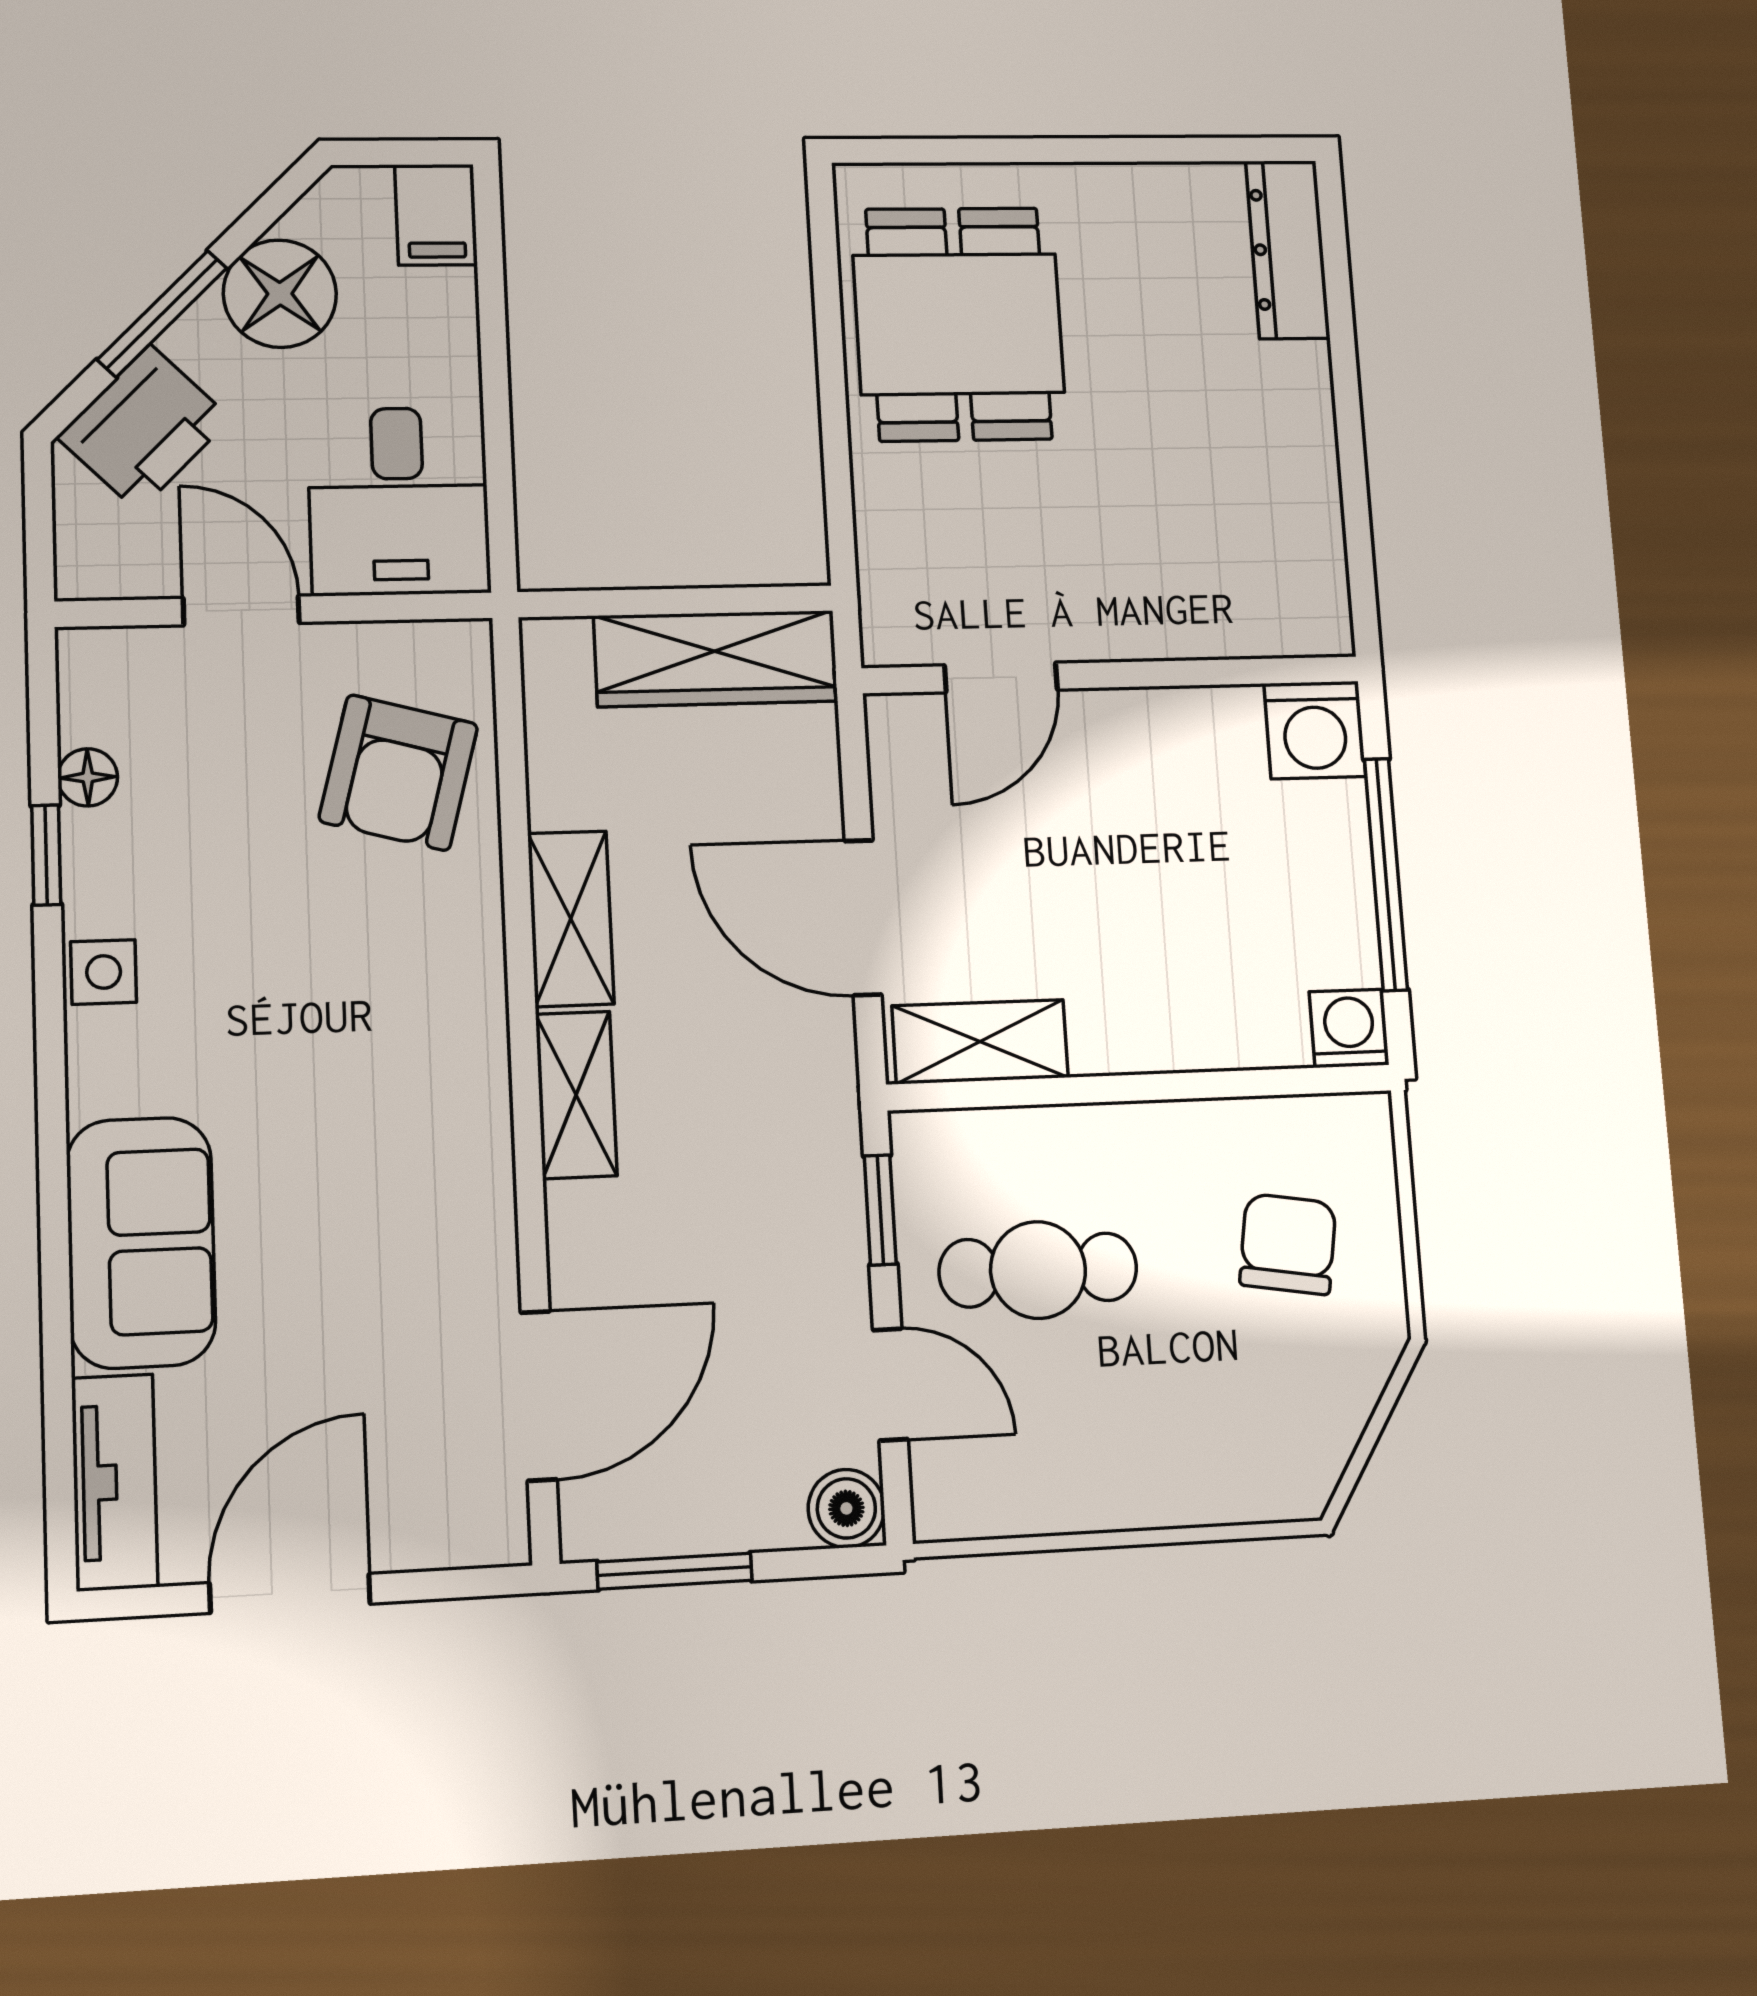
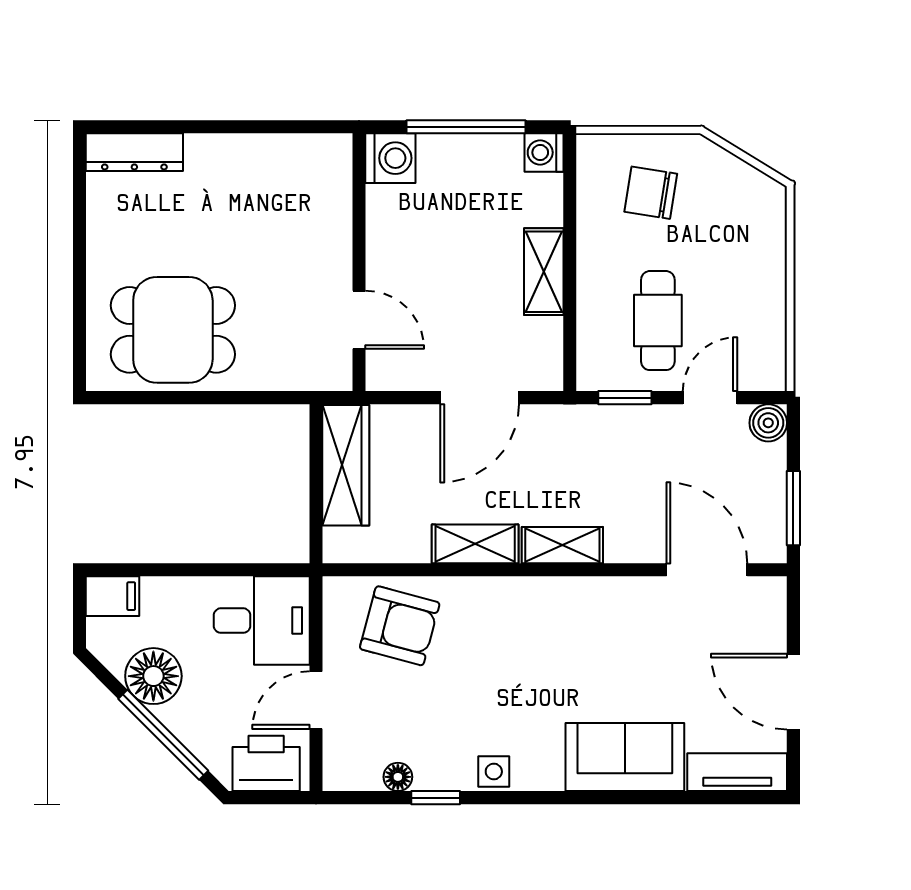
window: (162, 314) -> (163, 735), width x1.44
printer: (144, 428) -> (266, 763), moved, turned -45
shelving: (980, 1042) -> (544, 272), moved

